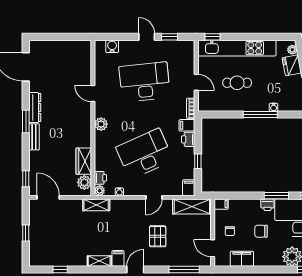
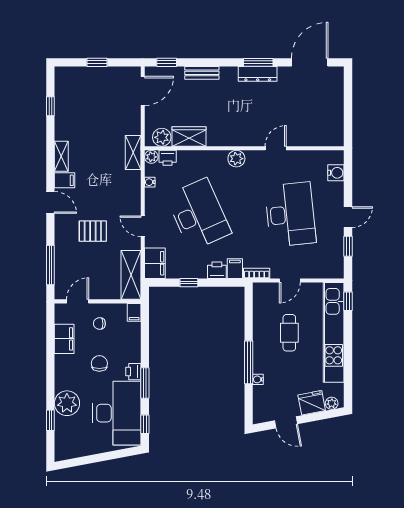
window: (26, 122) -> (258, 62), moved
bench: (34, 137) -> (202, 73), moved
filing cabinet: (189, 188) -> (155, 263), width x2.00

